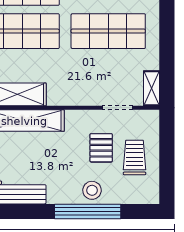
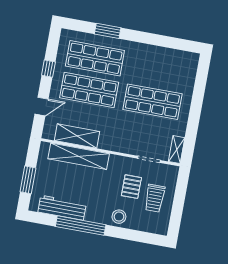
trolley: (135, 157) -> (155, 198), turned 180
window: (88, 211) -> (81, 226), moved

